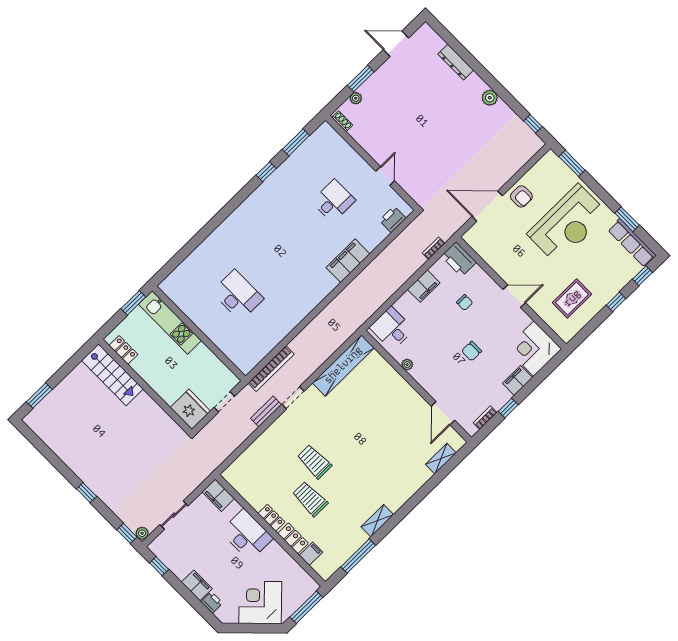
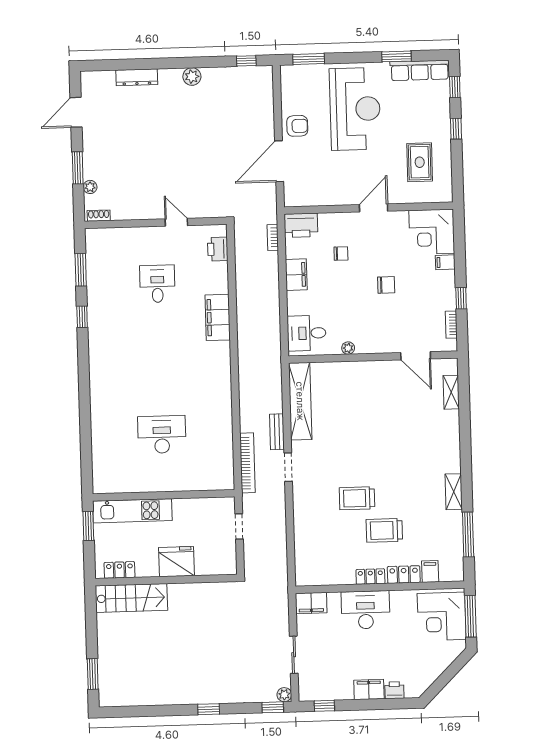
chair: (472, 351) -> (386, 285), turned -90
filing cabinet: (518, 380) -> (445, 262), width x0.50
fridge: (190, 409) -> (177, 562), moved
bench: (266, 411) -> (277, 432), moved
corner desk: (260, 603) -> (442, 616), moved, turned -45

